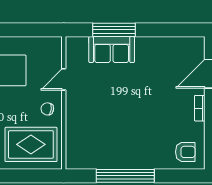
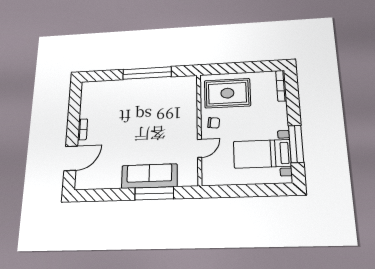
sofa: (112, 50) -> (149, 176), width x1.36
armchair: (185, 152) -> (97, 94), removed

